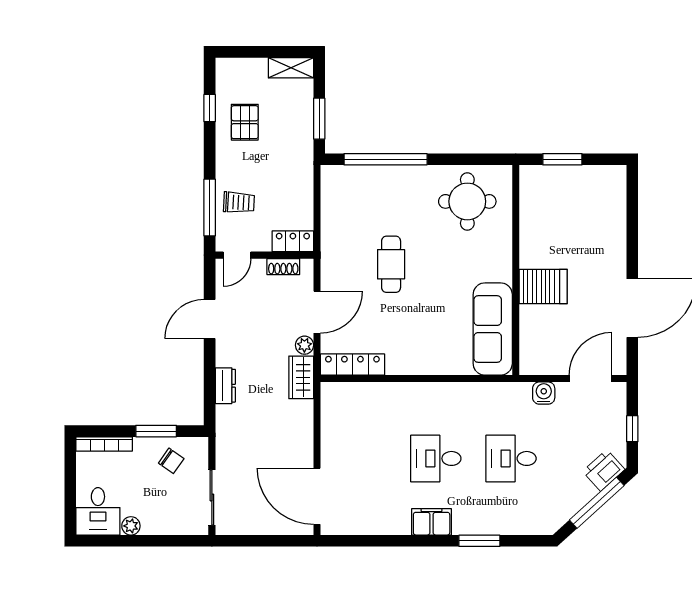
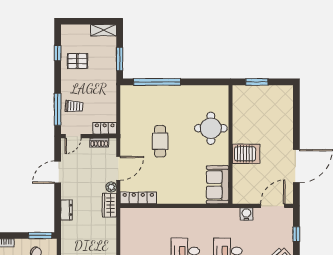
pallet: (245, 122) -> (77, 61), turned 90
round table: (467, 201) -> (211, 128), moved
sofa: (493, 329) -> (218, 185), width x0.73
window: (156, 431) -> (40, 236), moved

